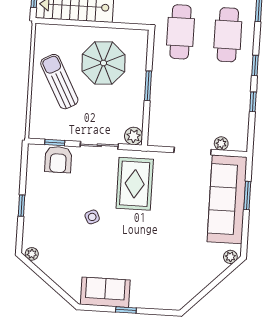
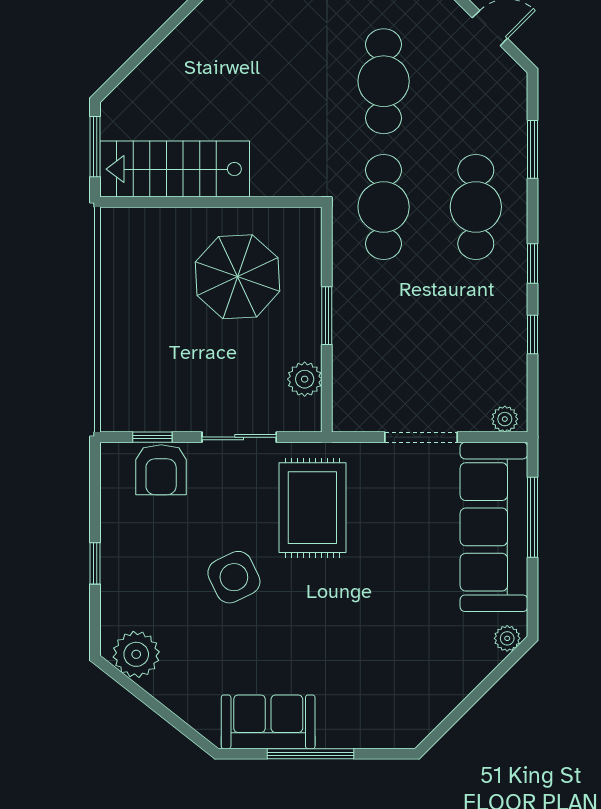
sun lounger: (59, 82) -> (154, 318), removed
plant: (134, 136) -> (305, 379), moved
plant: (221, 143) -> (505, 419), moved
window: (247, 196) -> (533, 517), width x1.44
side table: (92, 217) -> (234, 577), width x1.87, depth x1.87
plant: (32, 254) -> (136, 654), width x1.88, depth x1.88
window: (126, 310) -> (310, 754), width x2.17

